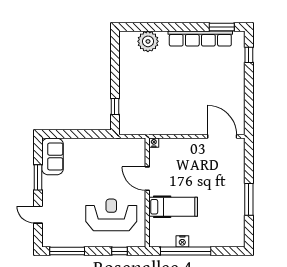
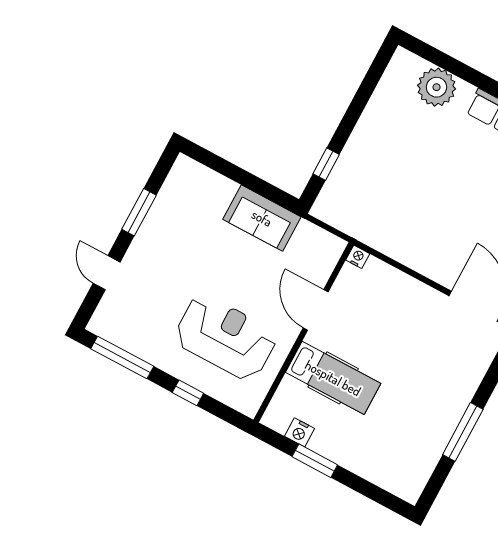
sofa: (52, 157) -> (262, 218), moved, turned 90
nightstand: (182, 241) -> (300, 432), moved
window: (119, 251) -> (188, 393), moved
window: (186, 251) -> (315, 461), width x0.47

